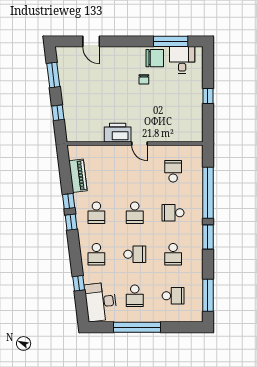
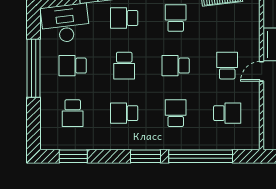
school desk: (135, 171) -> (227, 66), added
school desk: (96, 213) -> (176, 18), turned 90
window: (208, 295) -> (73, 156), width x0.69

